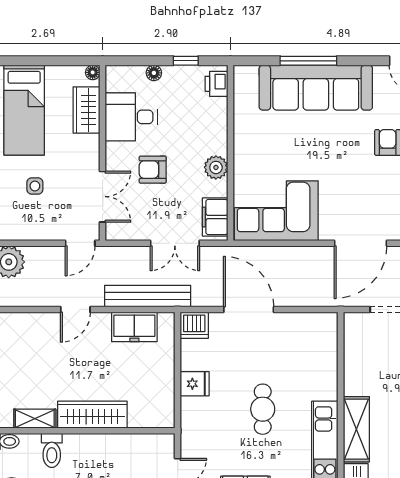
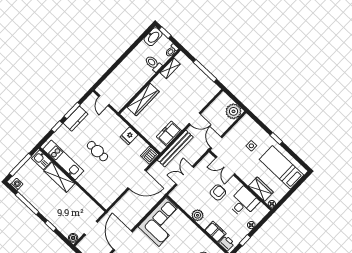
filing cabinet: (215, 217) -> (215, 232), moved
door: (75, 309) -> (195, 119), swing flipped
wardrobe: (92, 415) -> (143, 99), moved

